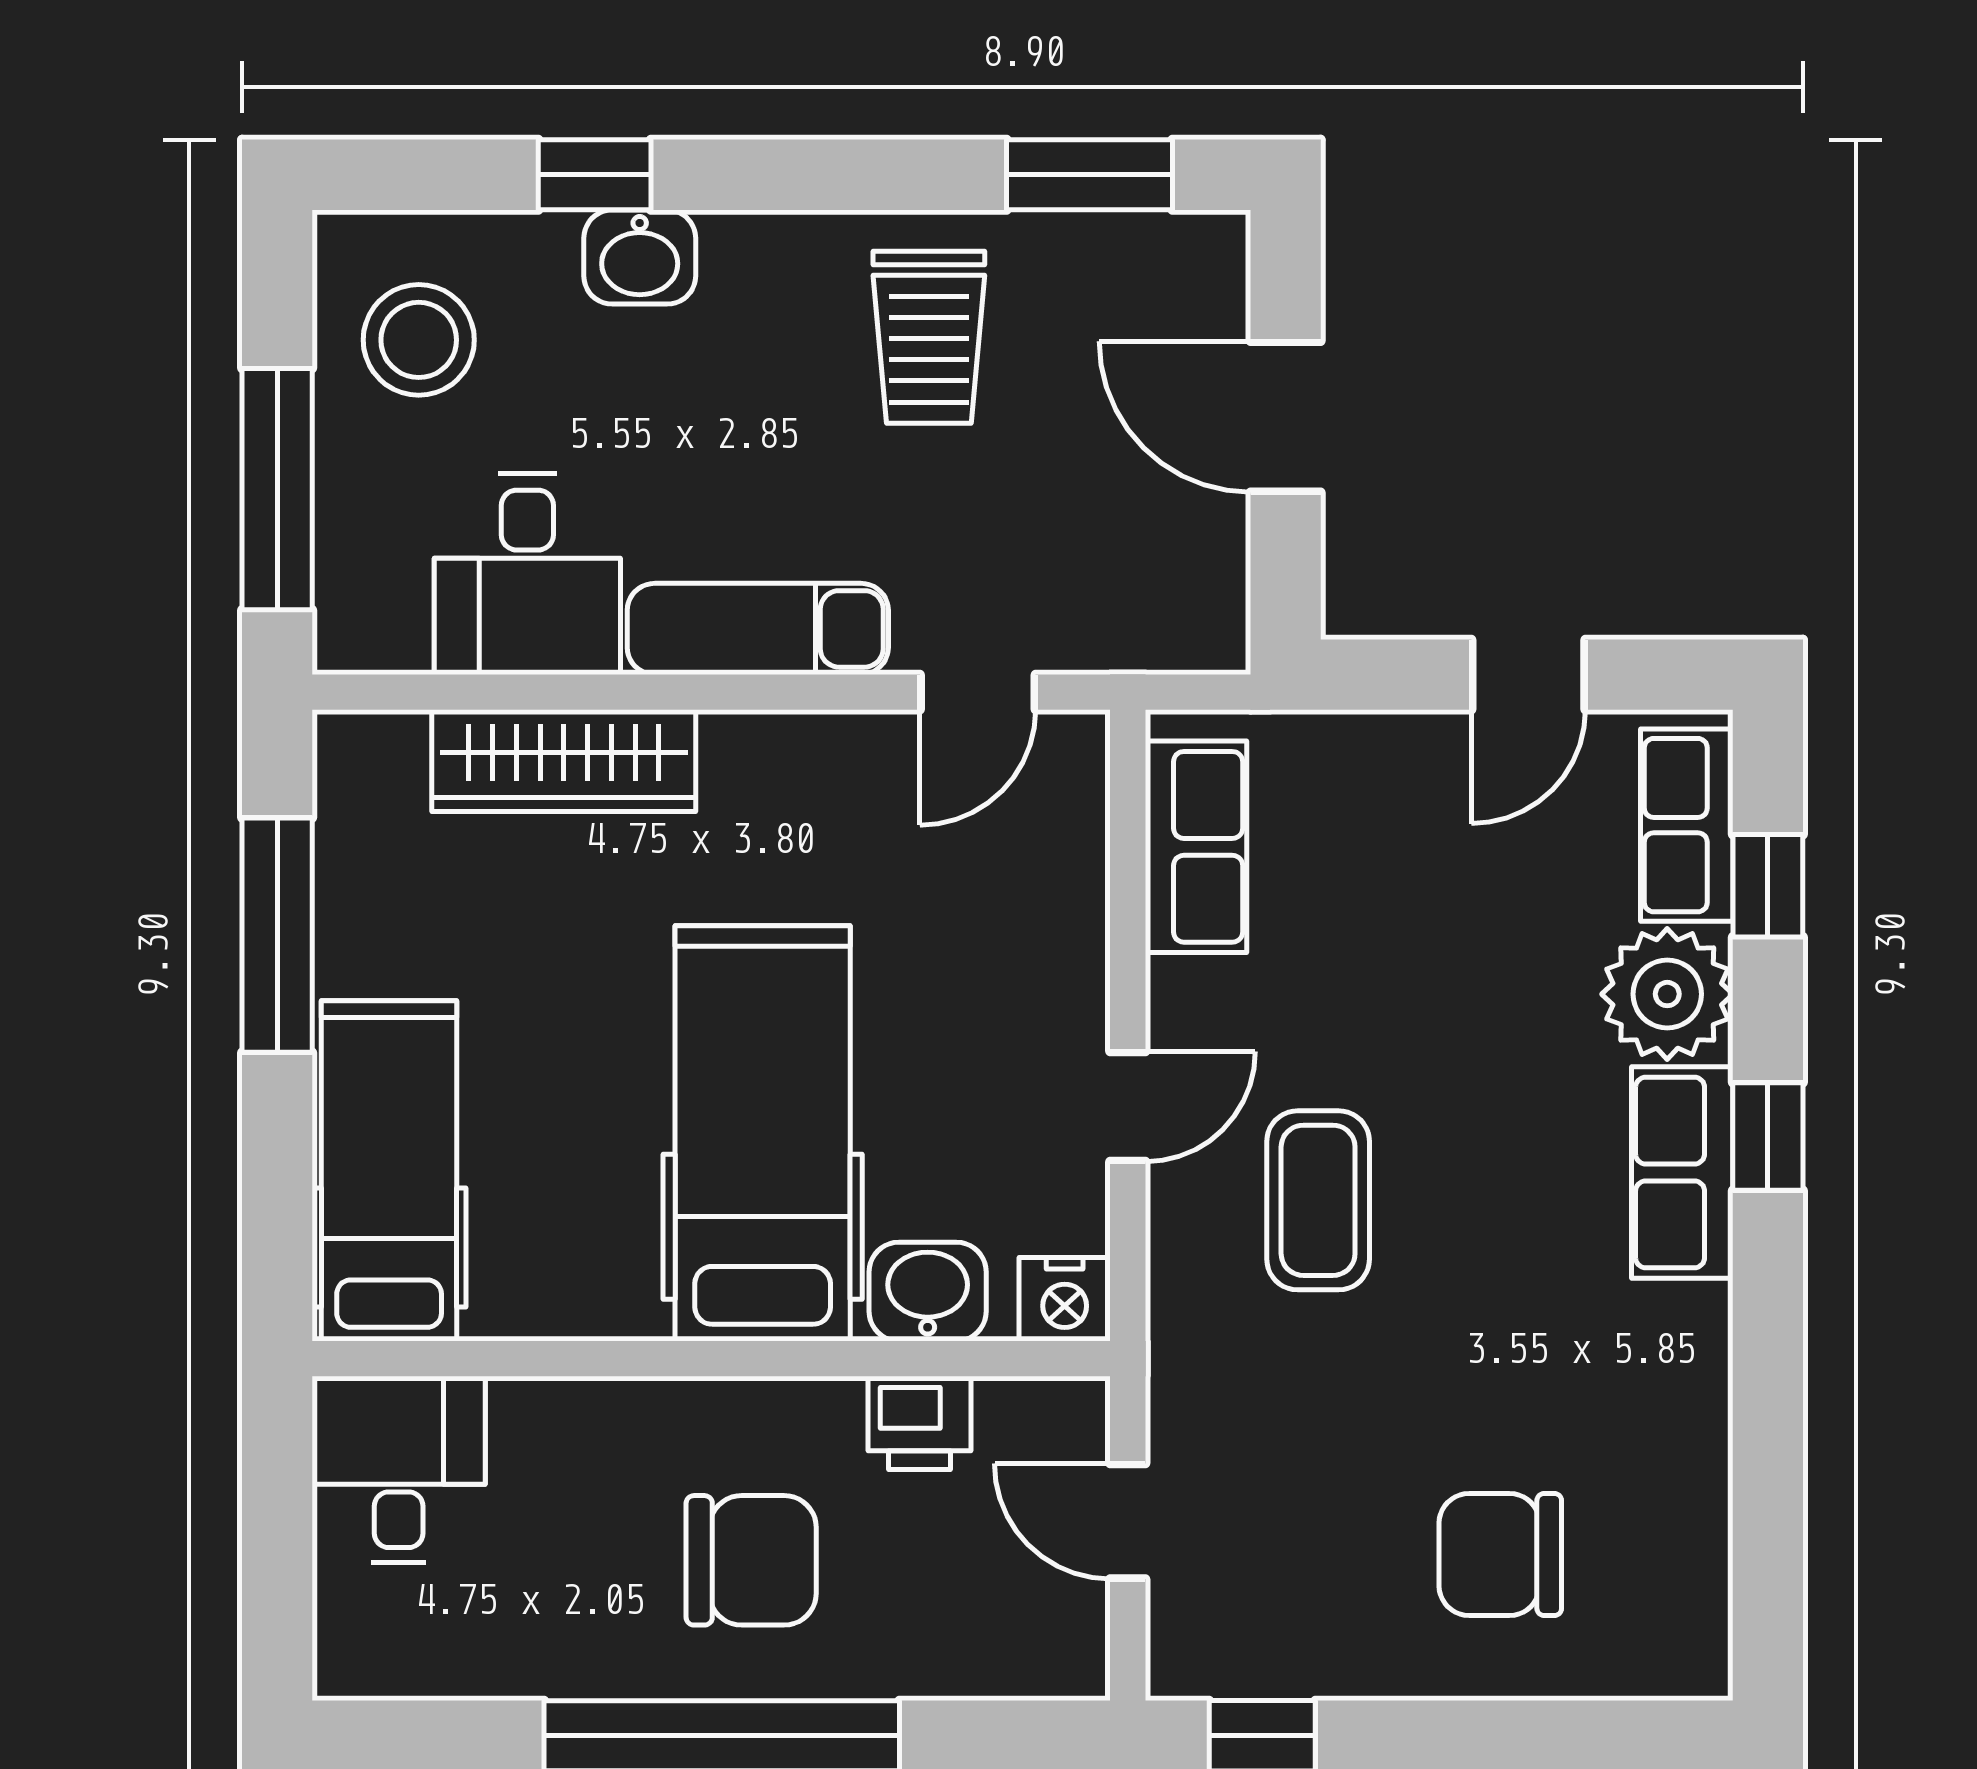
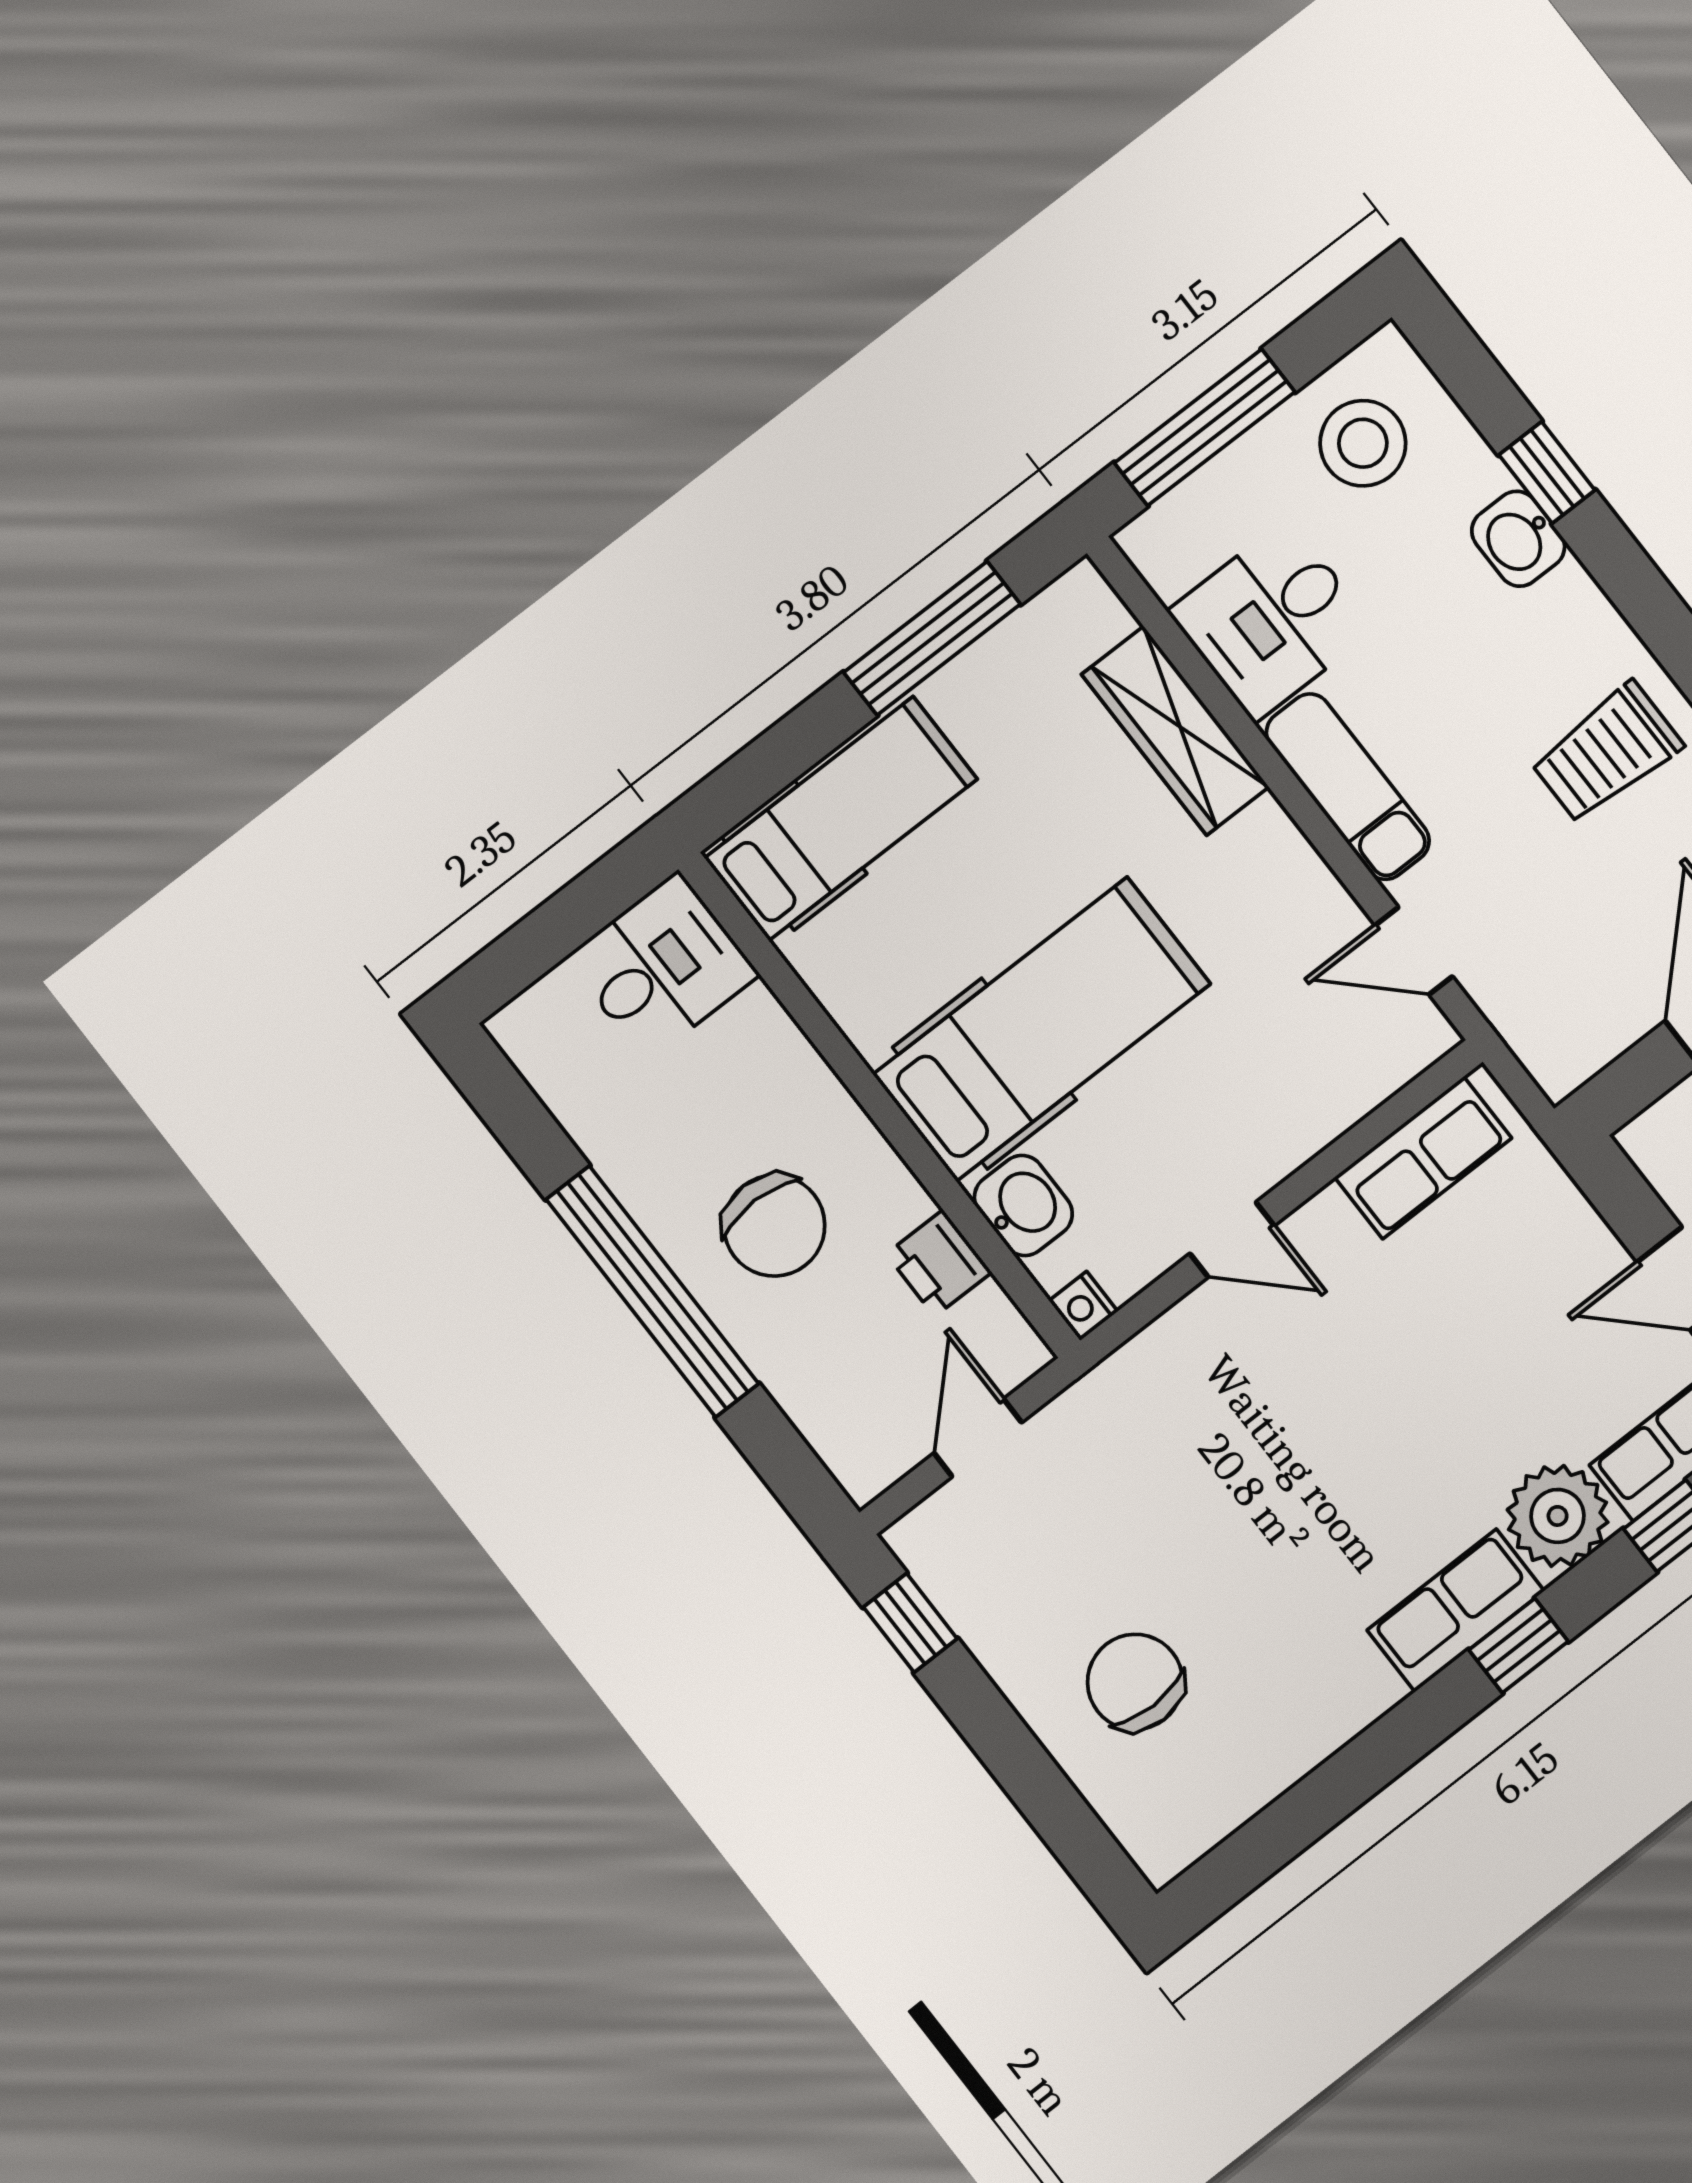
coffee table: (1318, 1200) -> (1265, 1401), removed
nightstand: (1065, 1299) -> (1083, 1306), width x0.72, depth x0.74

